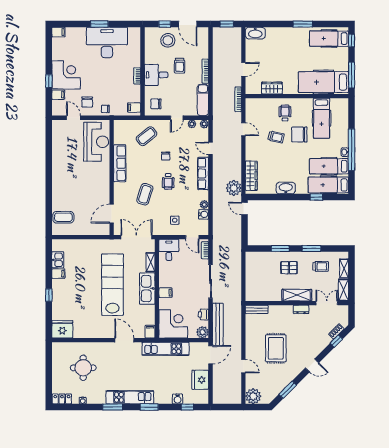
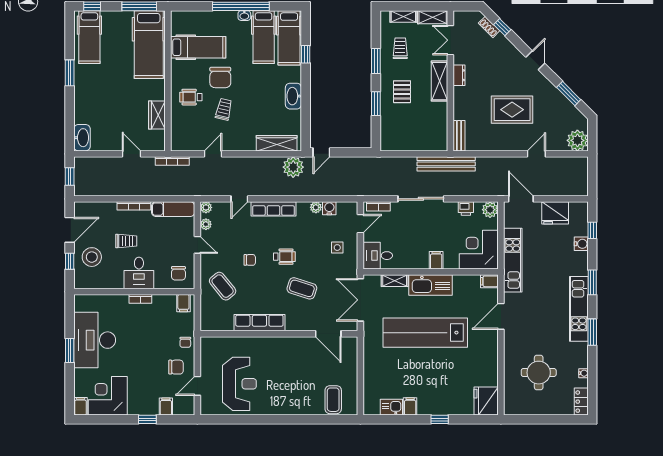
corner desk: (66, 75) -> (108, 396), moved
reception desk: (96, 142) -> (239, 384), moved, turned 90
bench: (218, 324) -> (446, 164), moved

